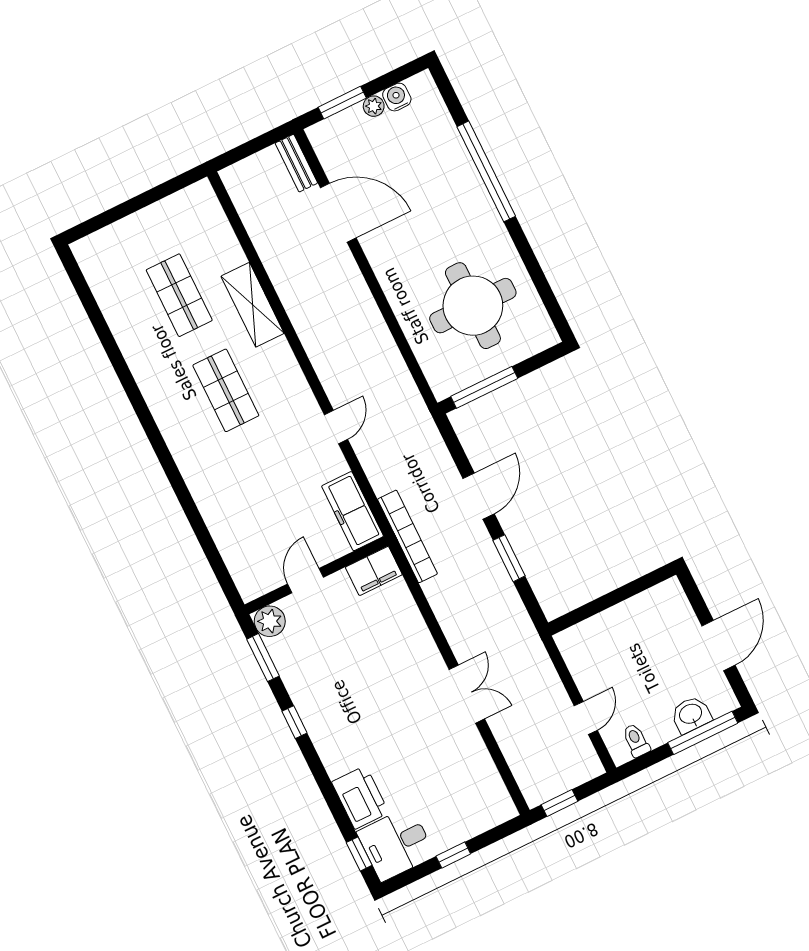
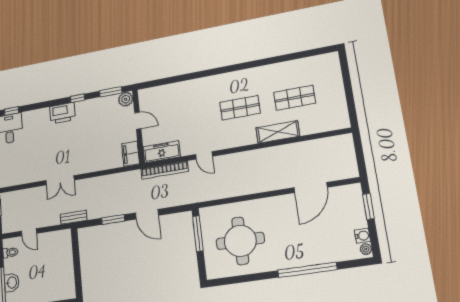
plant: (374, 106) -> (366, 249), moved
bench: (296, 163) -> (74, 217), moved
bookcase: (407, 536) -> (165, 170), moved
printer: (360, 797) -> (62, 113), moved

